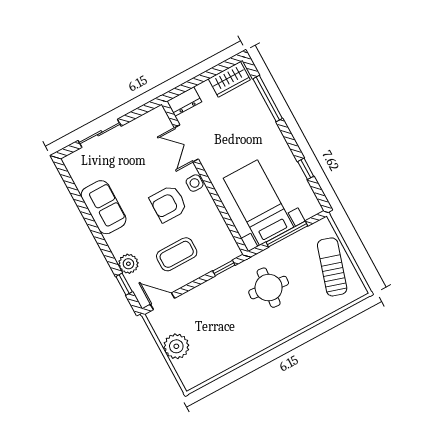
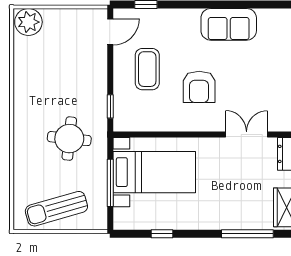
side table: (195, 183) -> (205, 122), removed
armchair: (168, 204) -> (199, 87), turned 180
plant: (128, 264) -> (163, 19), removed
sun lounger: (332, 267) -> (56, 209), turned 147
plant: (176, 346) -> (28, 22), moved

